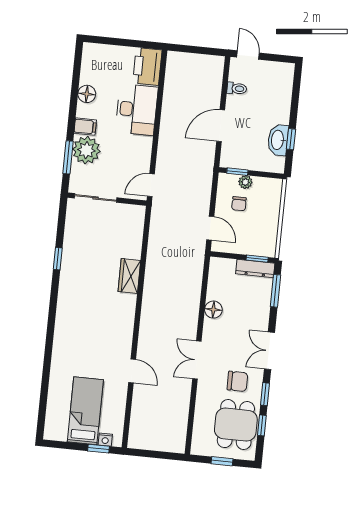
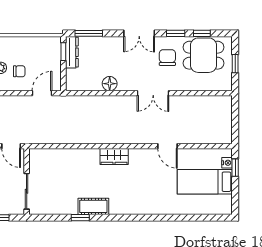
cot: (69, 275) -> (93, 206), added
wardrobe: (129, 276) -> (114, 157), moved
door: (132, 371) -> (168, 146), swing flipped

